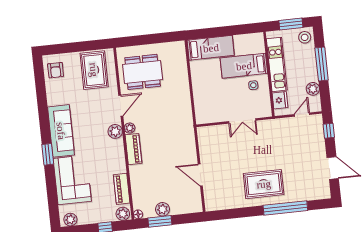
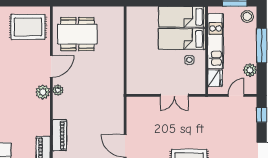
bed: (211, 48) -> (182, 17), moved, turned 180
rug: (94, 70) -> (28, 27), turned 90
piano: (133, 149) -> (60, 135), moved

